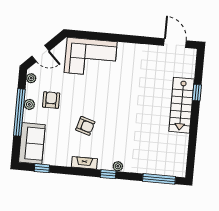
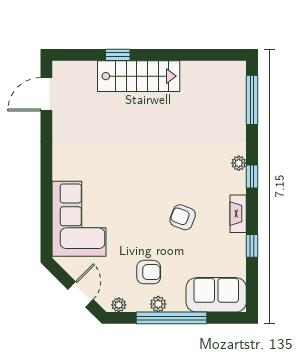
armchair: (51, 100) -> (149, 272), turned 180
armchair: (85, 126) -> (183, 217), turned -86
window: (42, 168) -> (252, 246), moved

